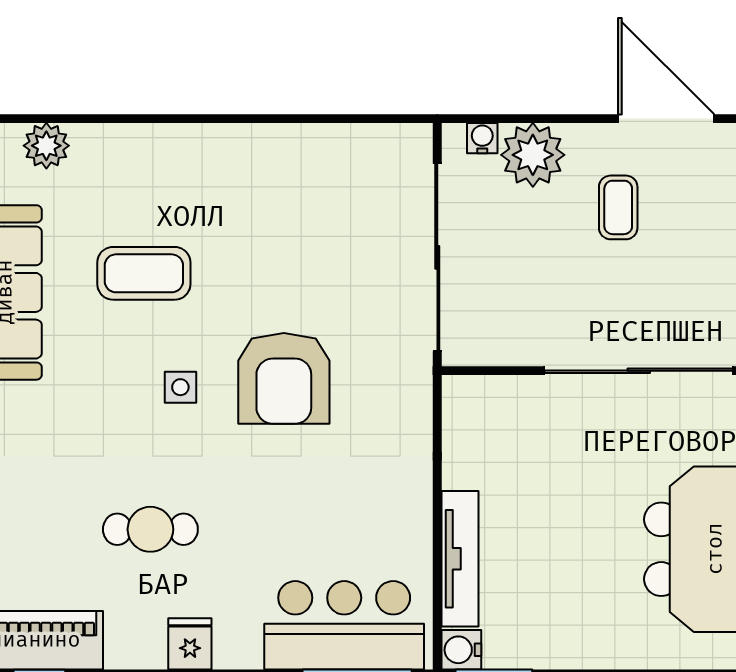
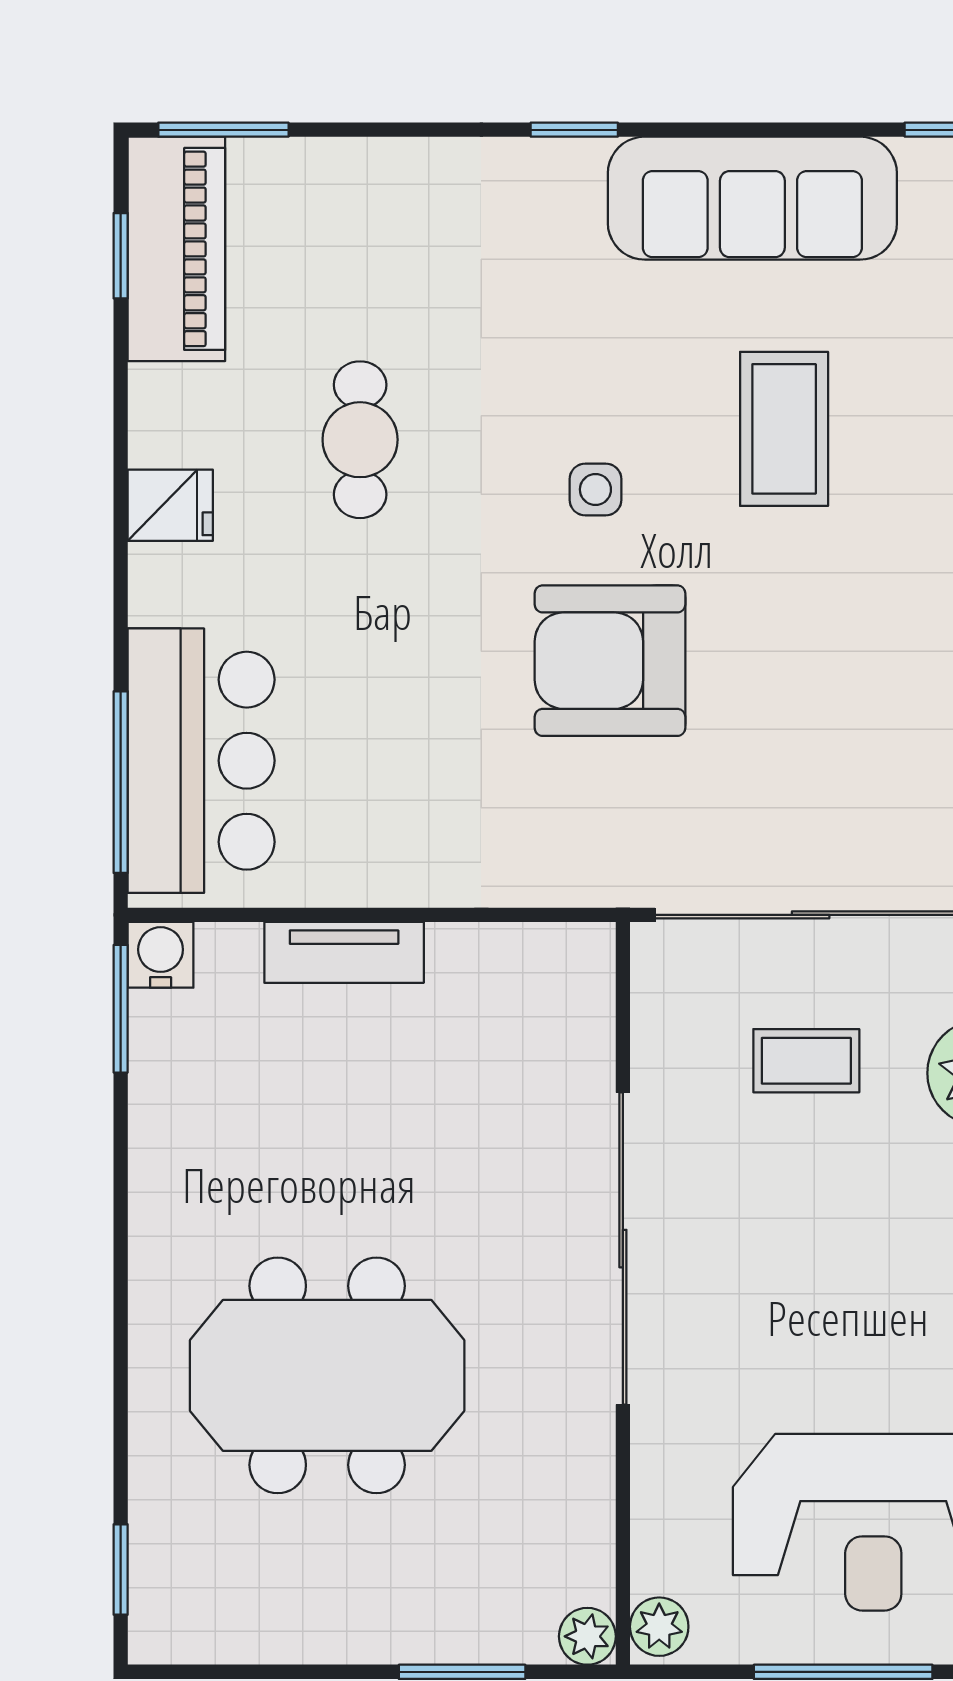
coffee table: (618, 207) -> (806, 1061), moved
tv unit: (460, 559) -> (344, 952), width x0.71

